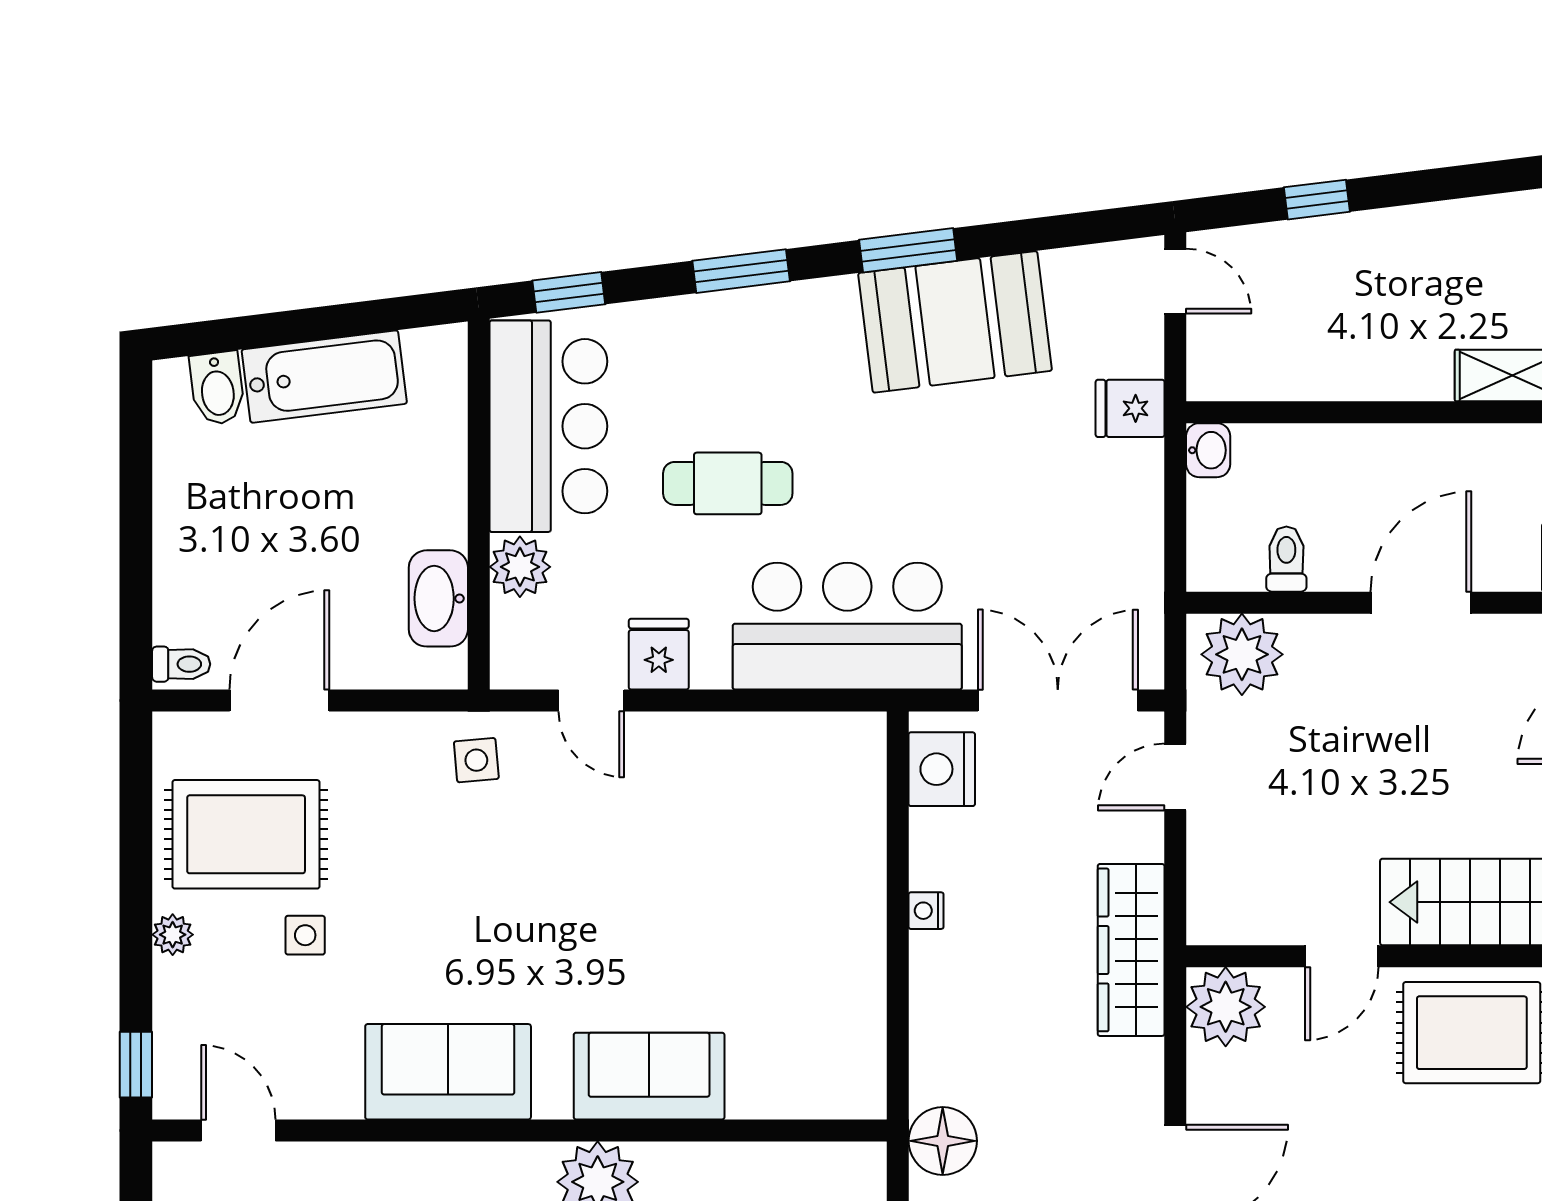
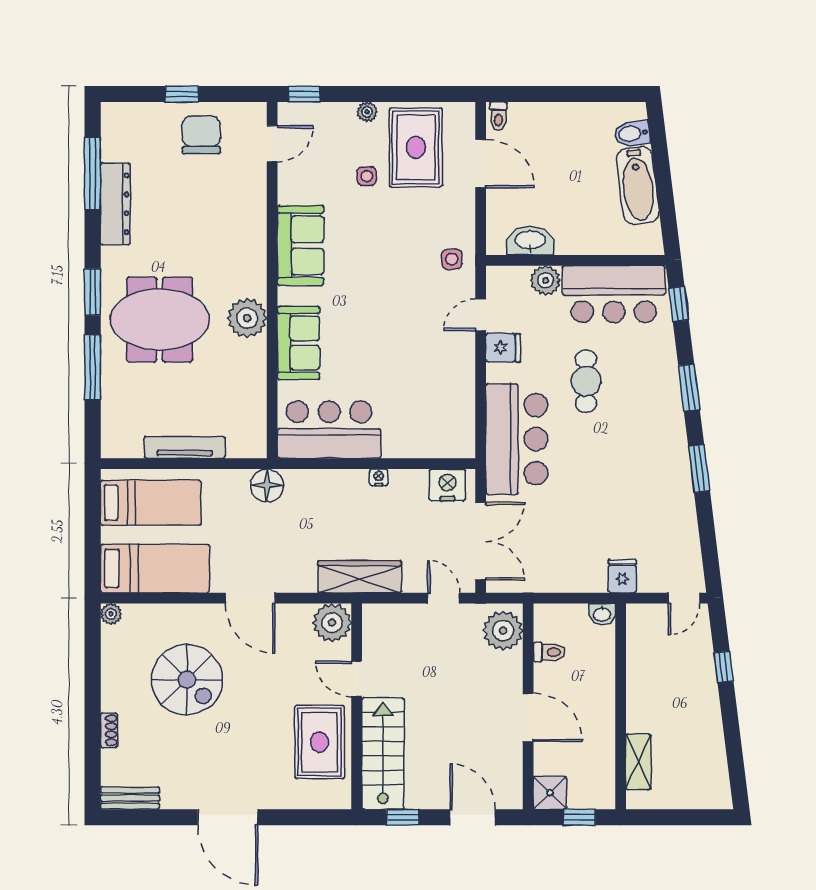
booth: (955, 322) -> (664, 491), removed
bar counter: (828, 1013) -> (329, 430), added

